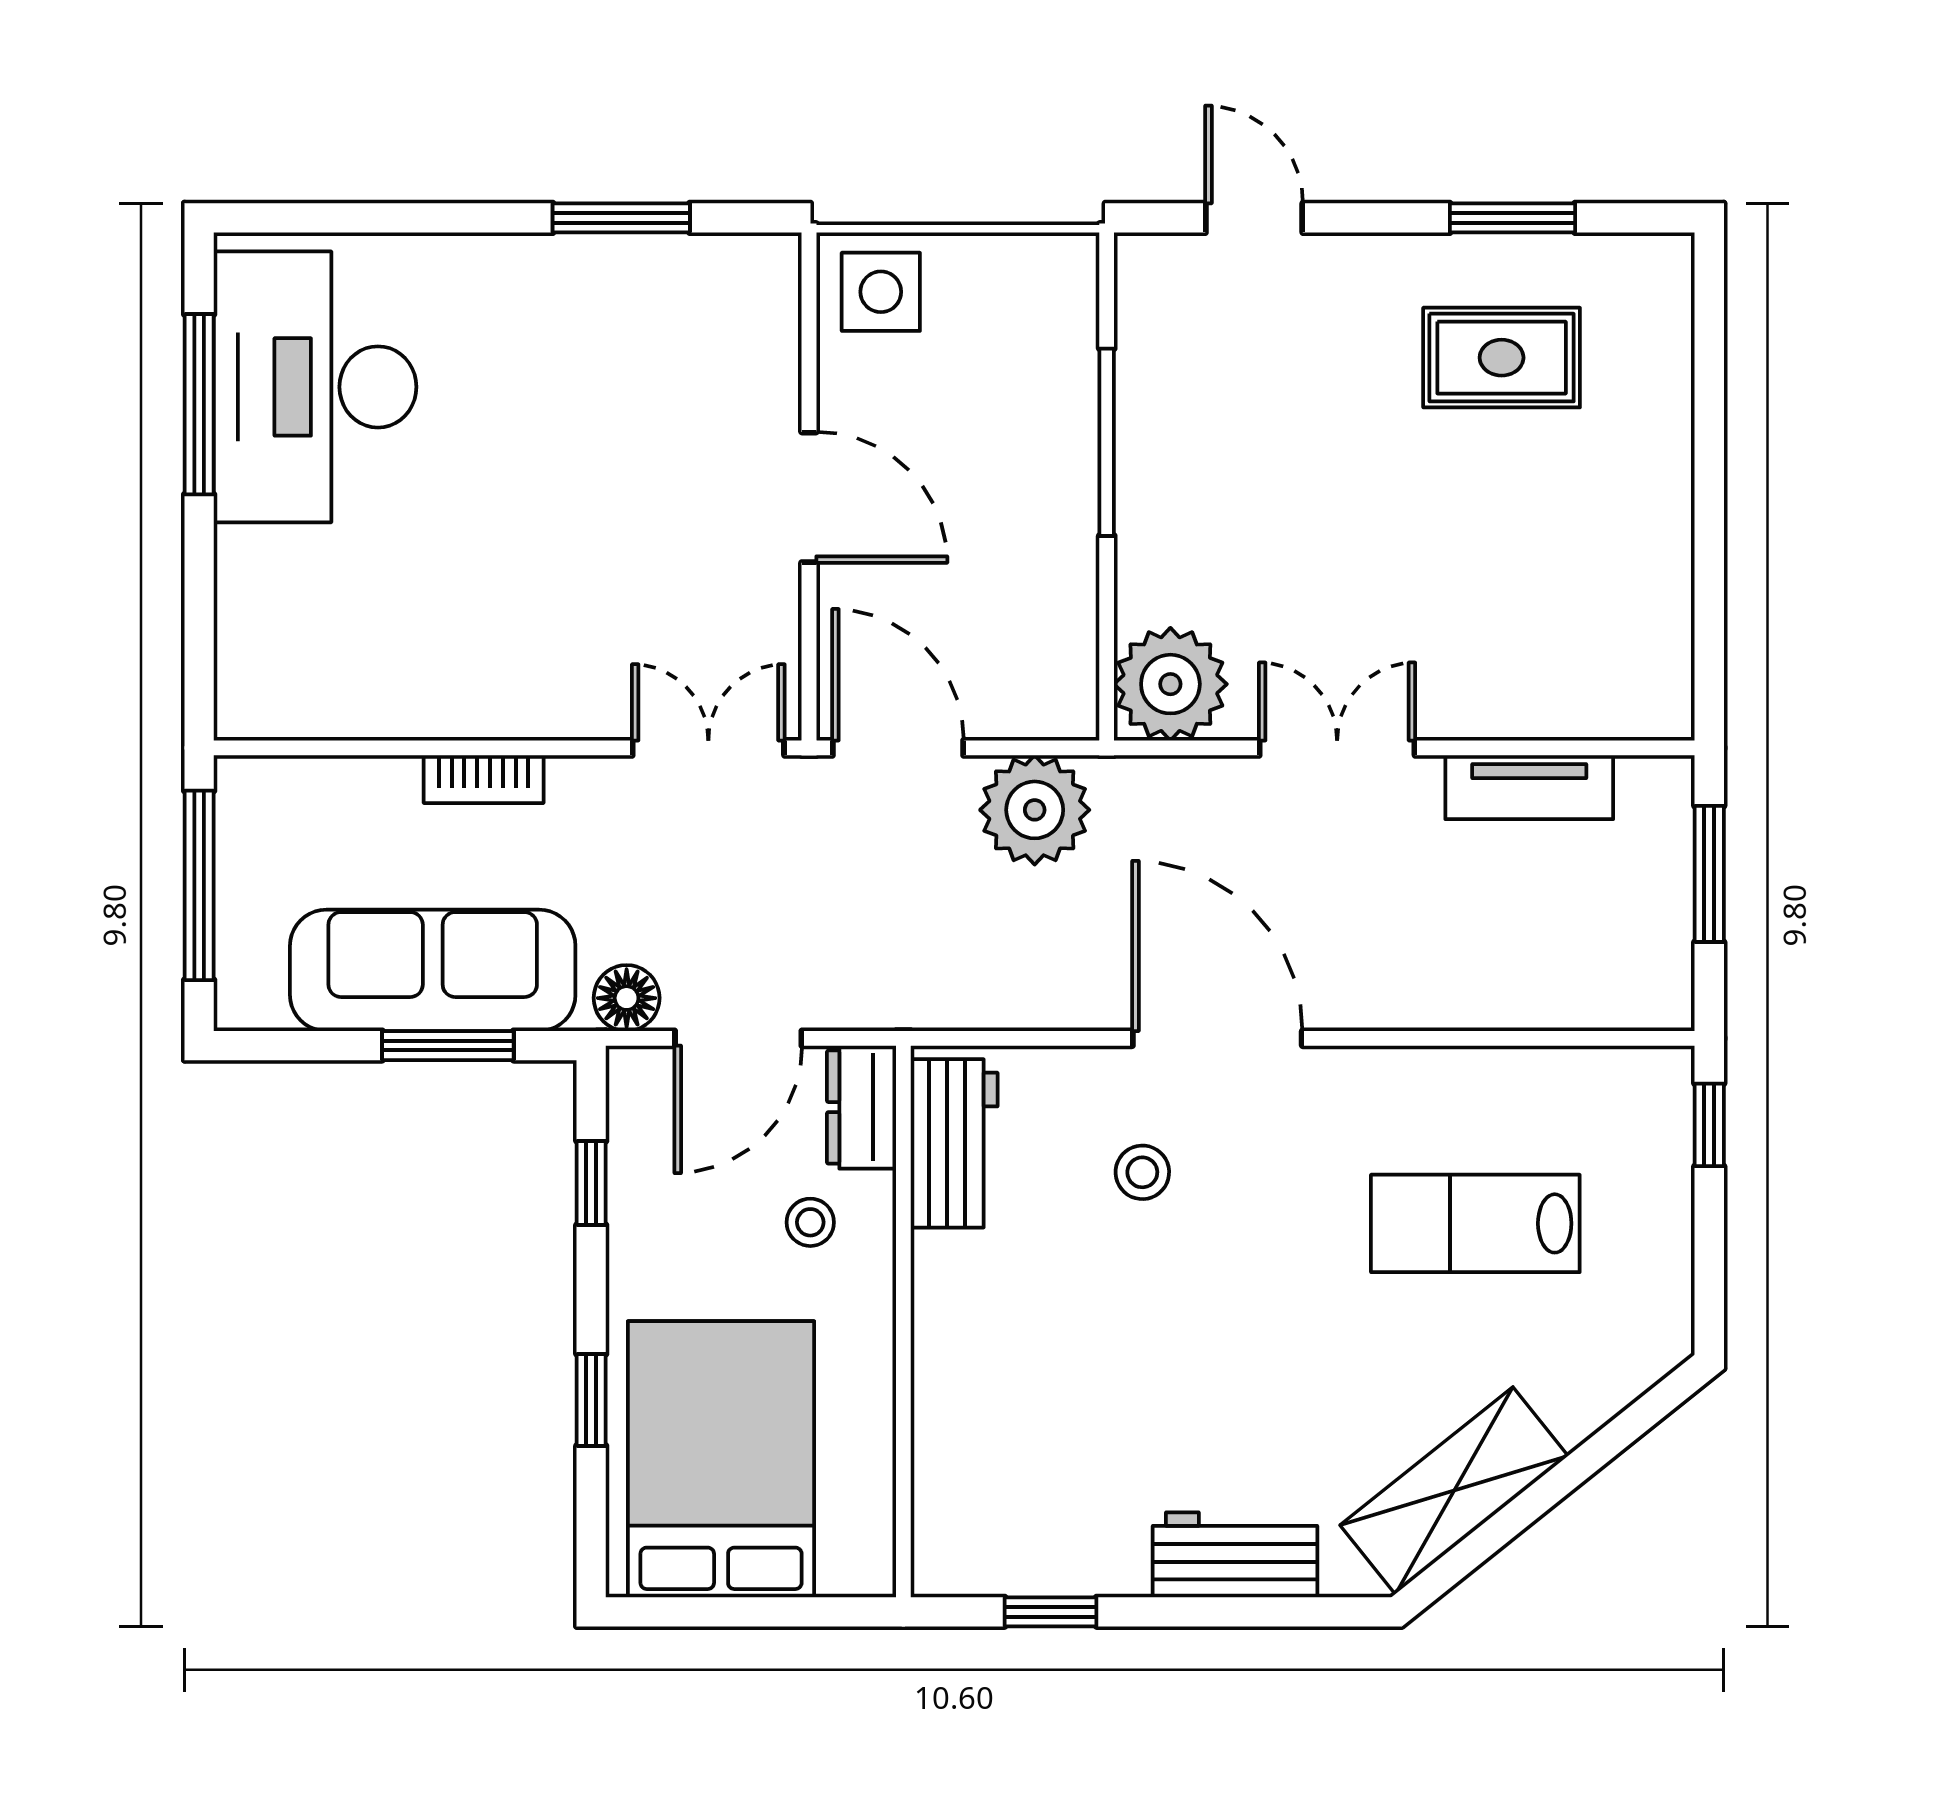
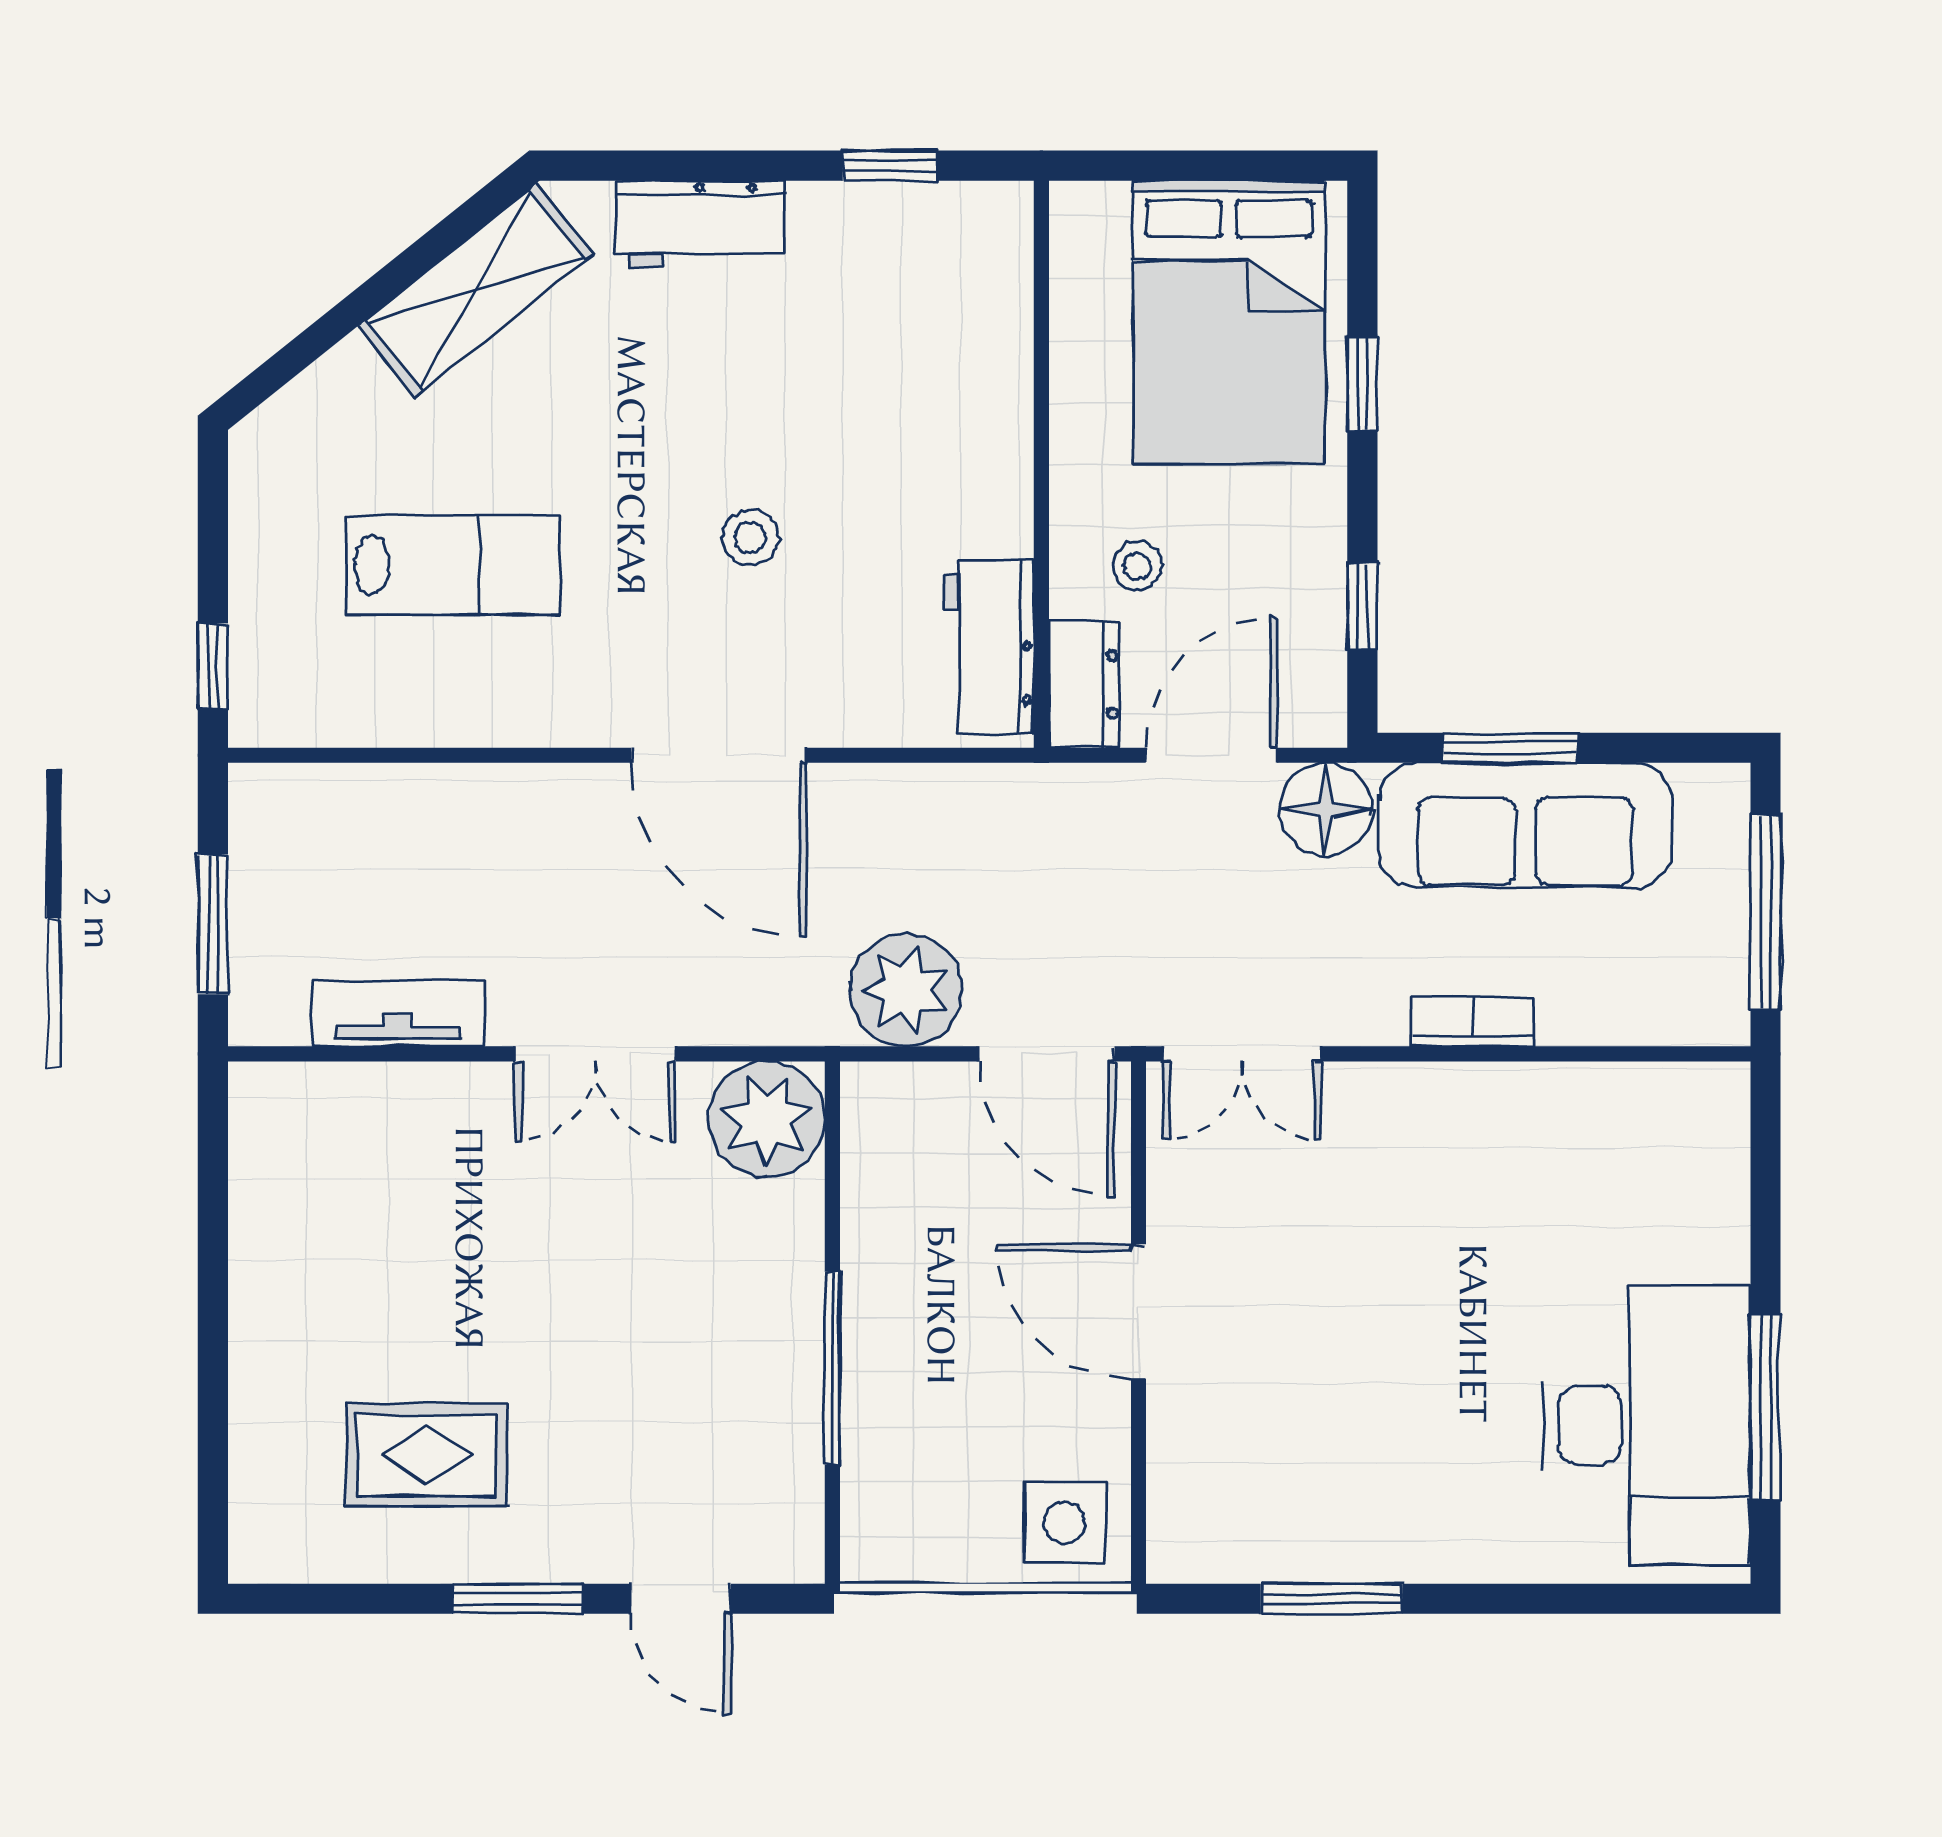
window: (1512, 218) -> (518, 1599), moved
floor lamp: (627, 998) -> (1326, 809), width x1.38, depth x1.38
stool: (1142, 1172) -> (751, 537), moved

